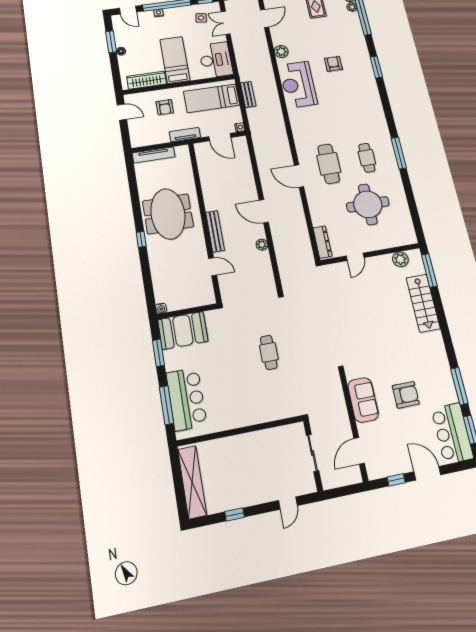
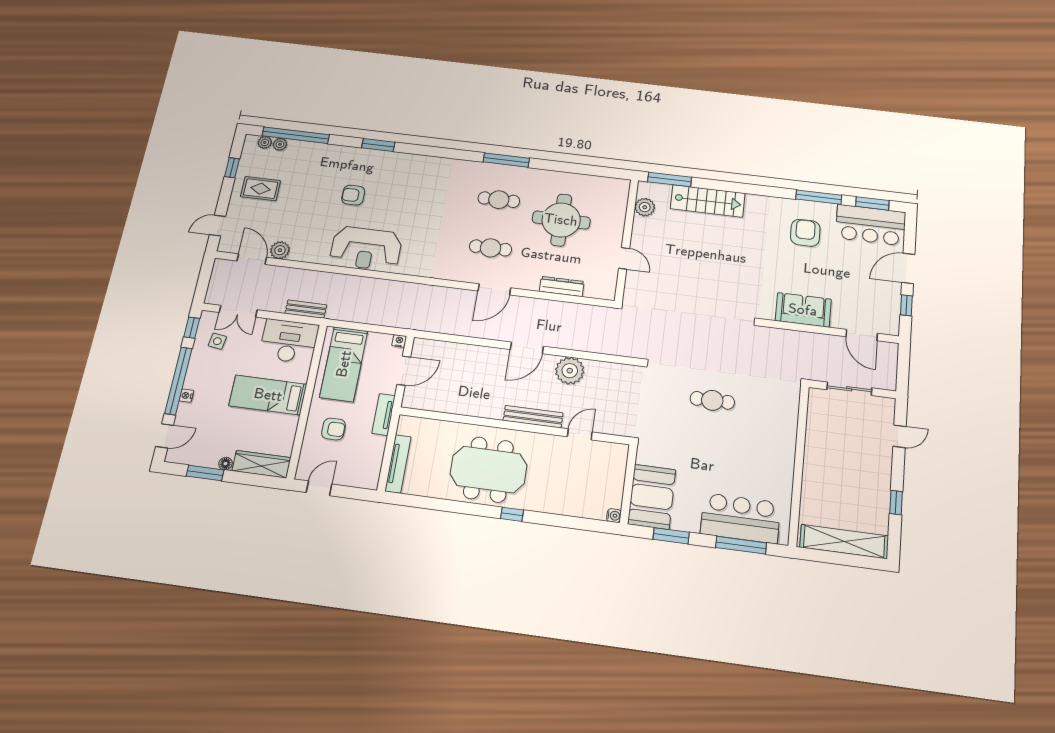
plant: (281, 51) -> (280, 250), moved
wardrobe: (147, 80) -> (261, 464), moved, turned 90
bench: (248, 94) -> (306, 309), moved
cafe table: (329, 164) -> (491, 248), width x0.73, depth x0.74
dresser: (322, 242) -> (562, 286), moved
plant: (262, 245) -> (570, 371), width x1.88, depth x1.88
armchair: (406, 395) -> (805, 233), moved
door: (288, 503) -> (900, 436), hinge flipped

